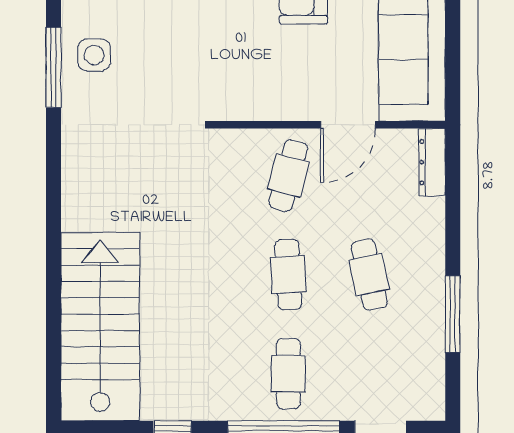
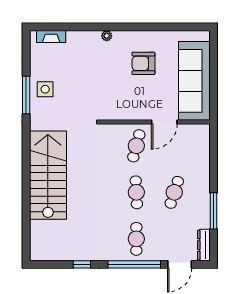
dresser: (432, 162) -> (204, 245), moved
cafe table: (369, 275) -> (174, 192), turned 30
stairs: (100, 327) -> (48, 175), moved

